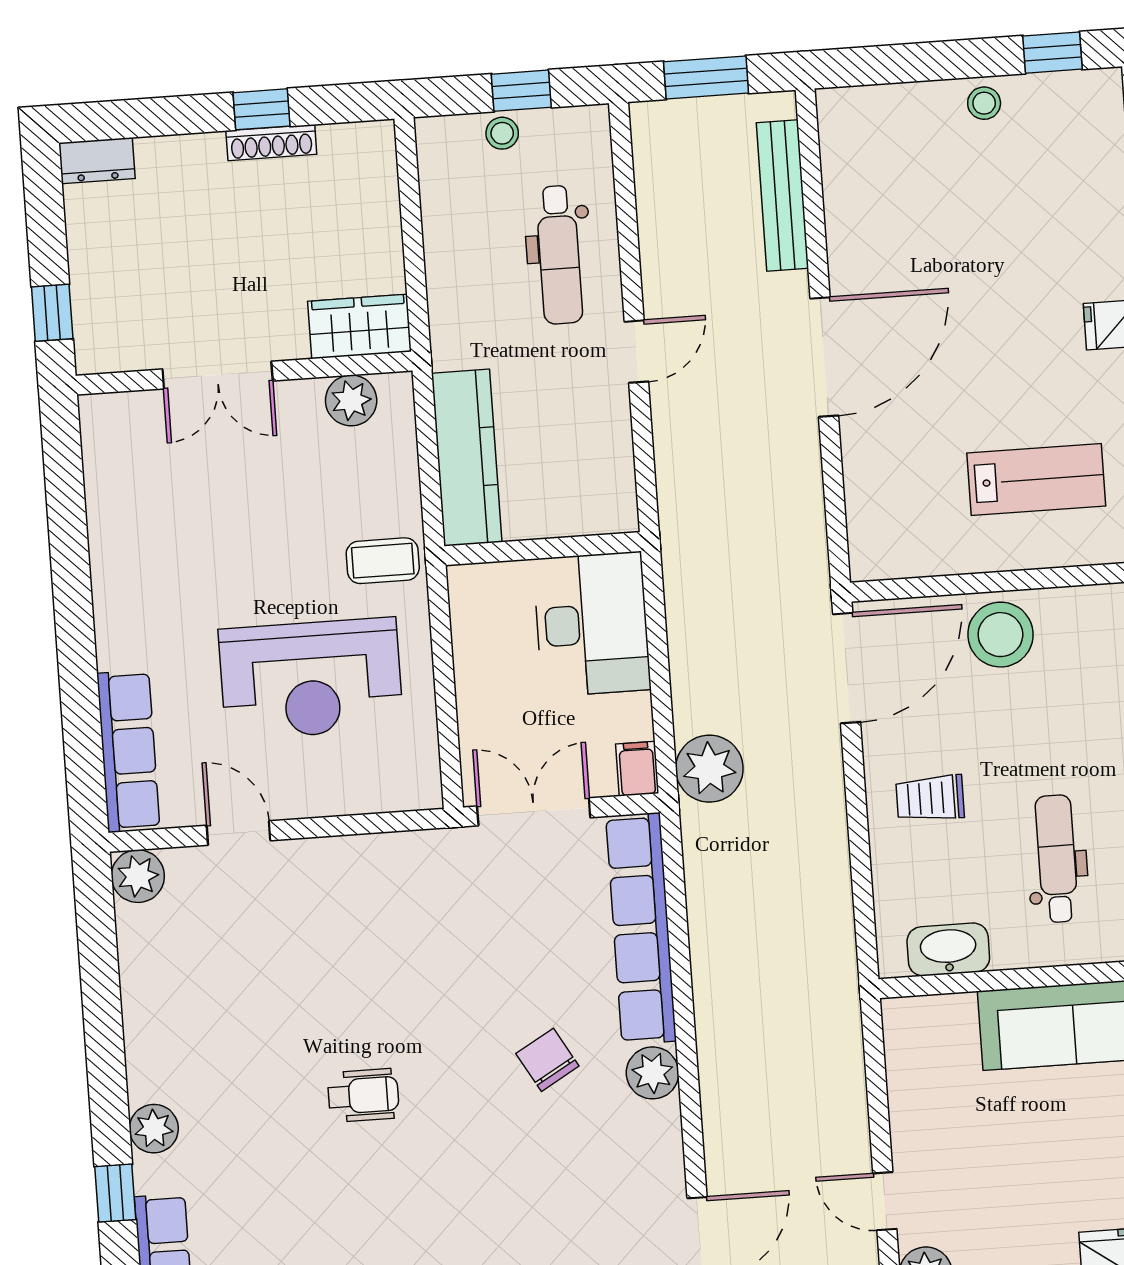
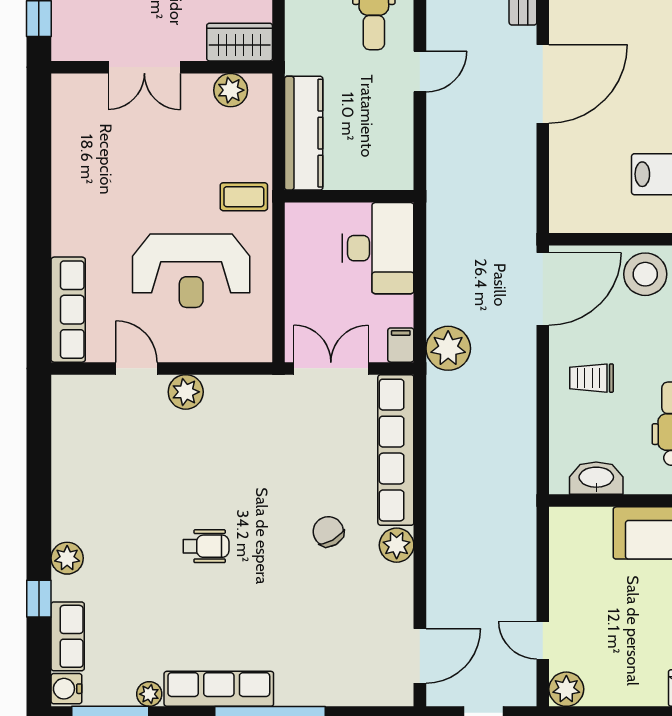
plant: (138, 876) -> (186, 392), moved

